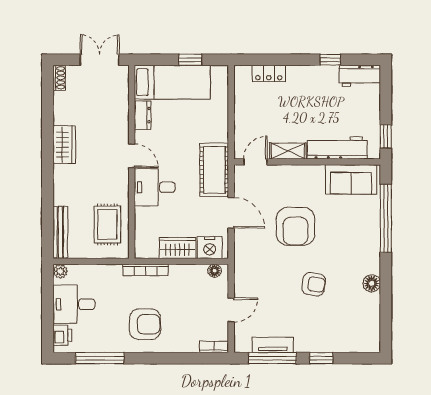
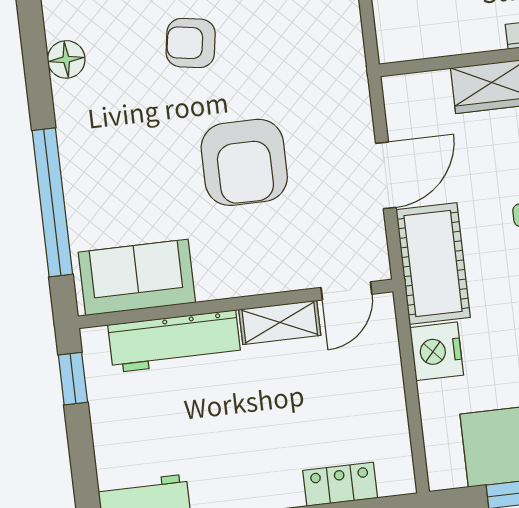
door: (231, 213) -> (386, 175), swing flipped
armchair: (295, 226) -> (244, 162), turned 180
nightstand: (210, 248) -> (437, 351), moved, turned -90
floor lamp: (215, 271) -> (407, 47), removed

